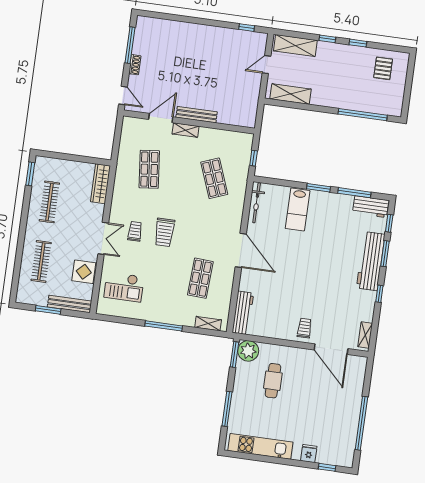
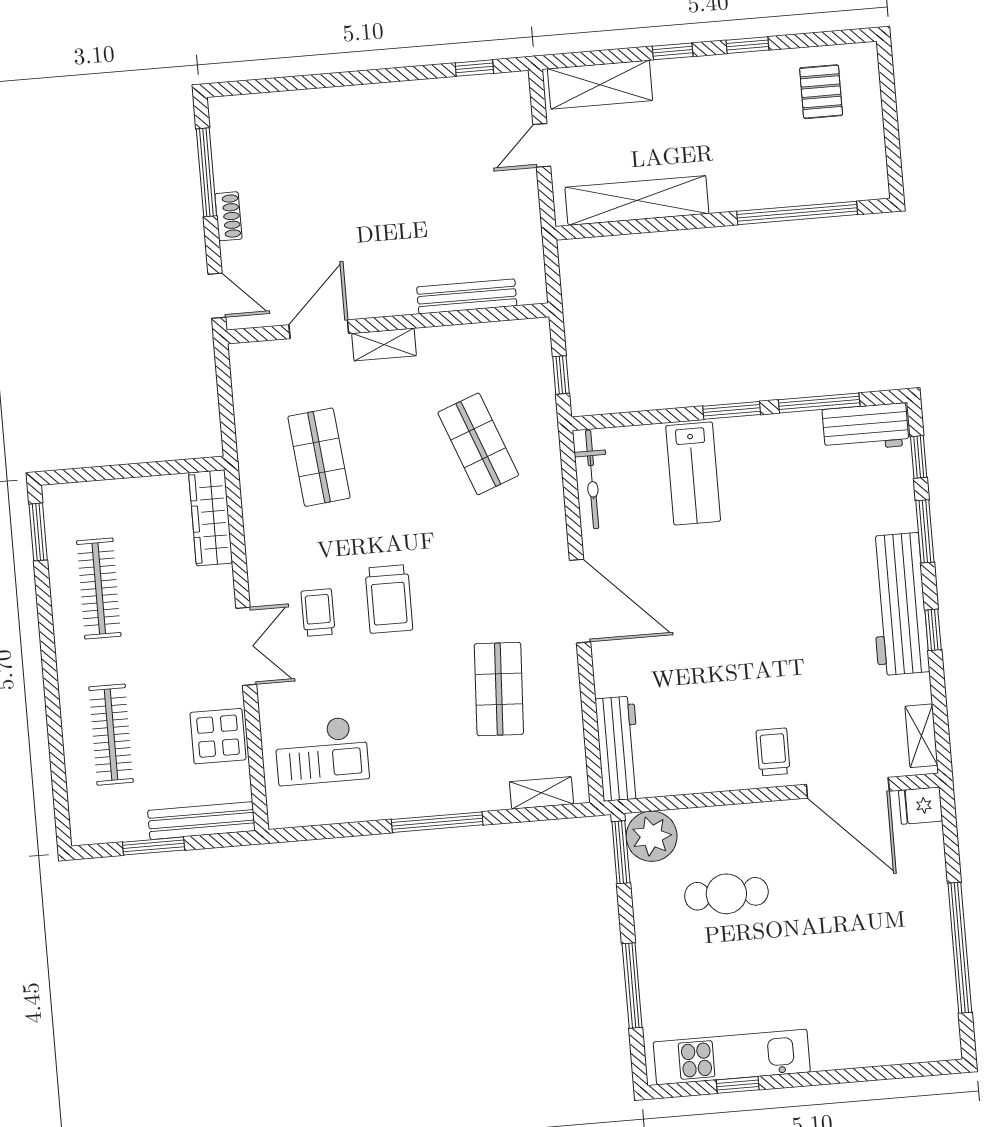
shelving: (291, 94) -> (637, 200), width x1.47
bench: (197, 115) -> (467, 296), moved
workbench: (371, 261) -> (899, 604), moved
cafe table: (273, 381) -> (726, 894), turned 90
fridge: (309, 454) -> (921, 806), moved, turned -90
window: (327, 467) -> (738, 1085), moved

